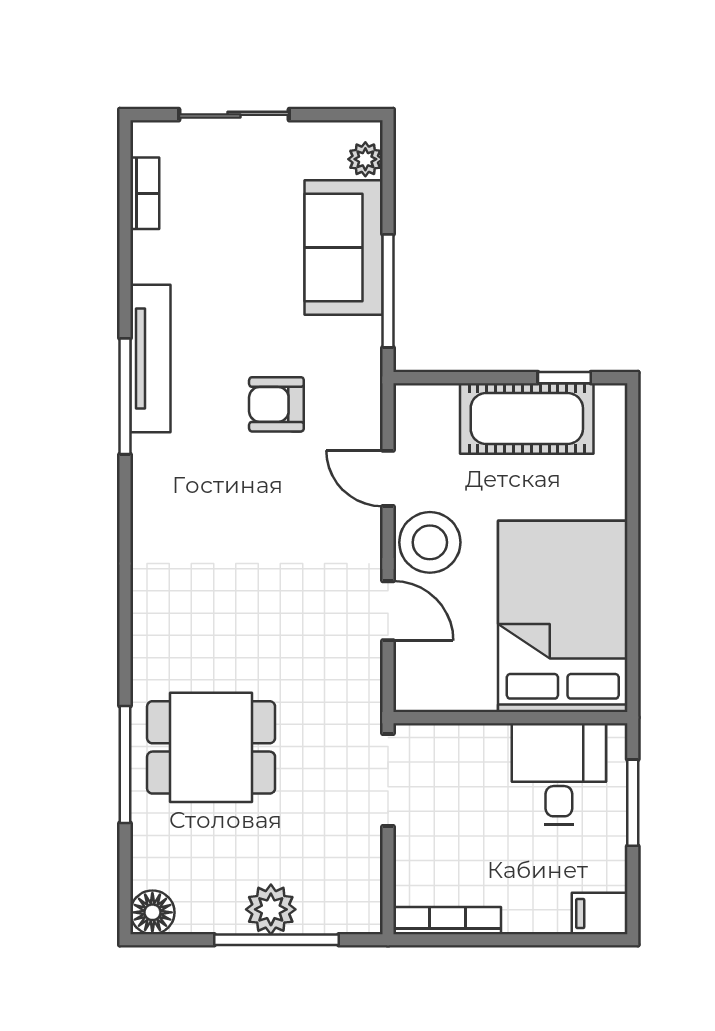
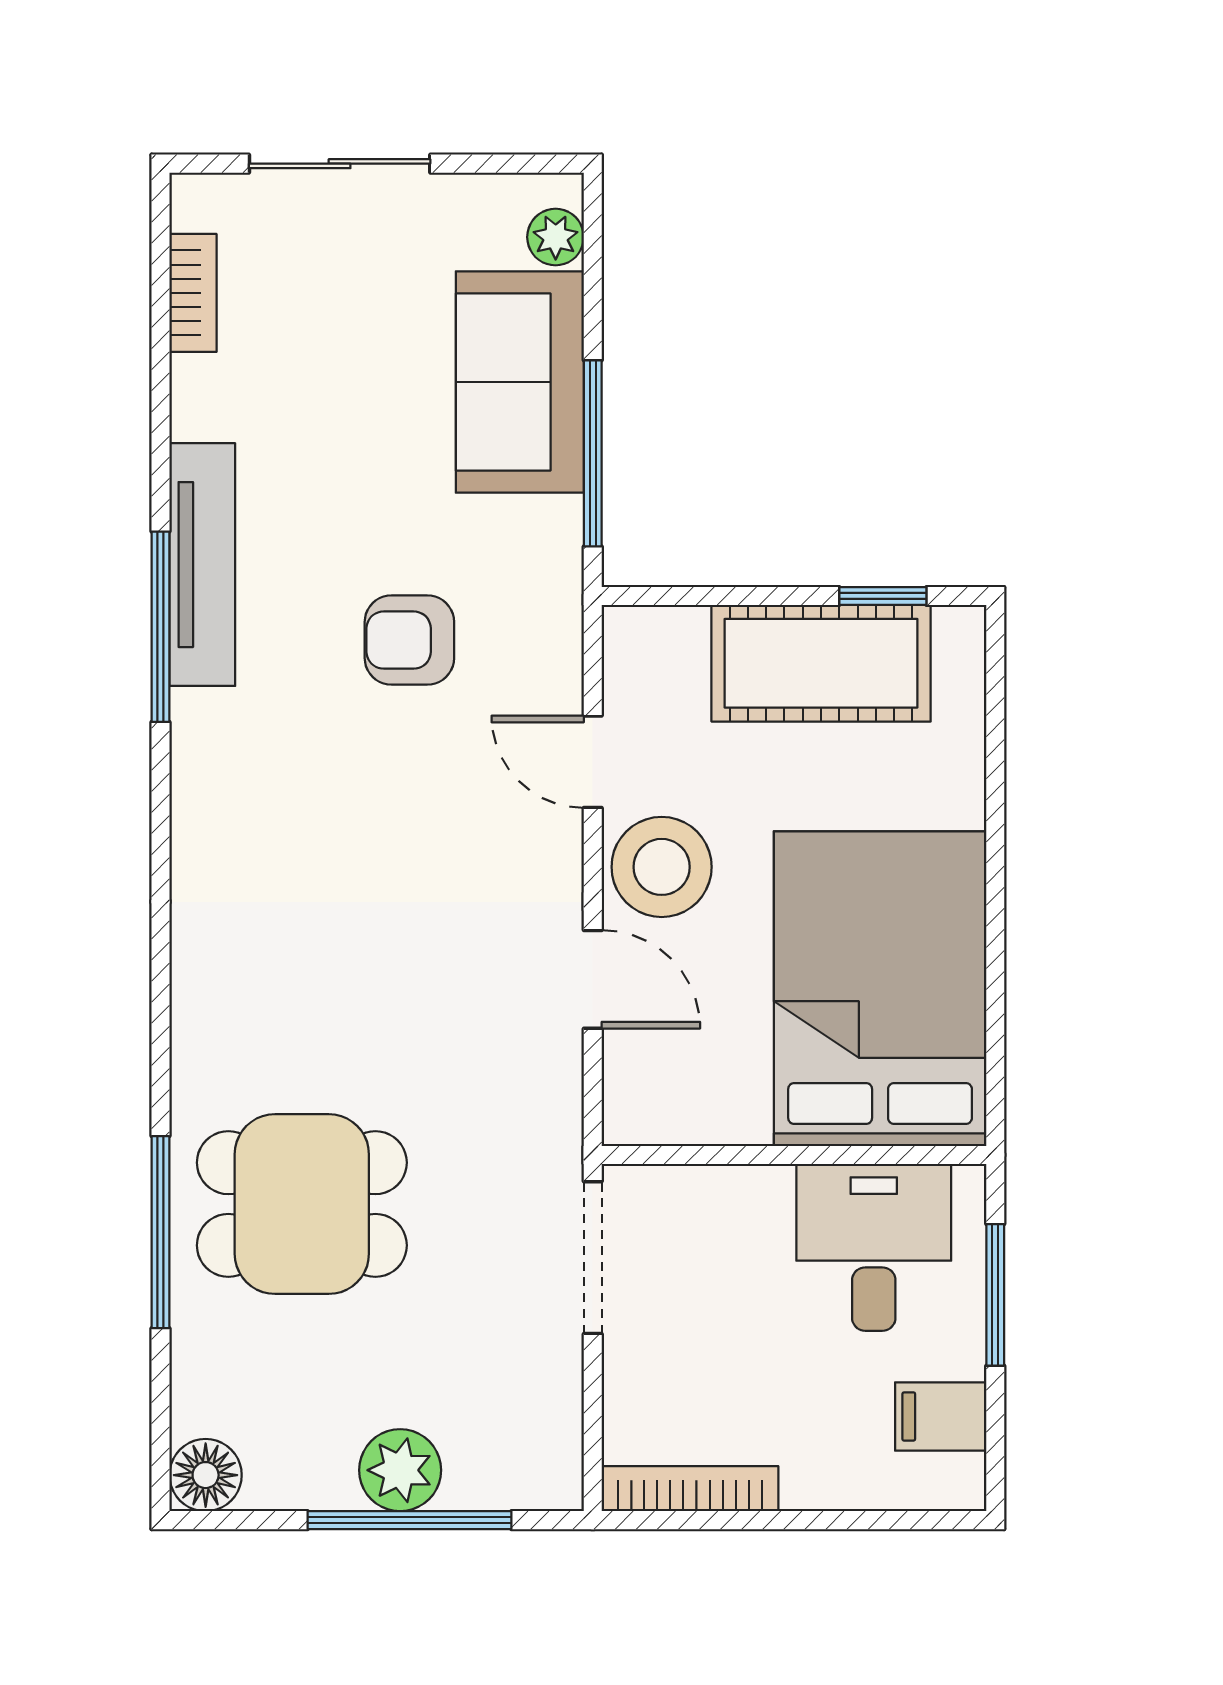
filing cabinet: (600, 913) -> (941, 1416), moved

